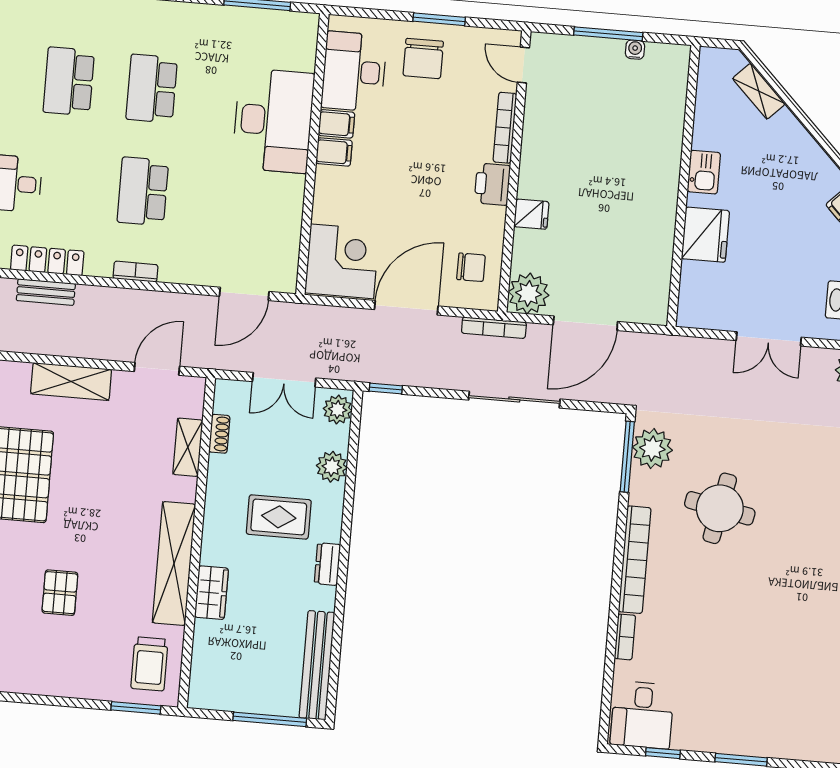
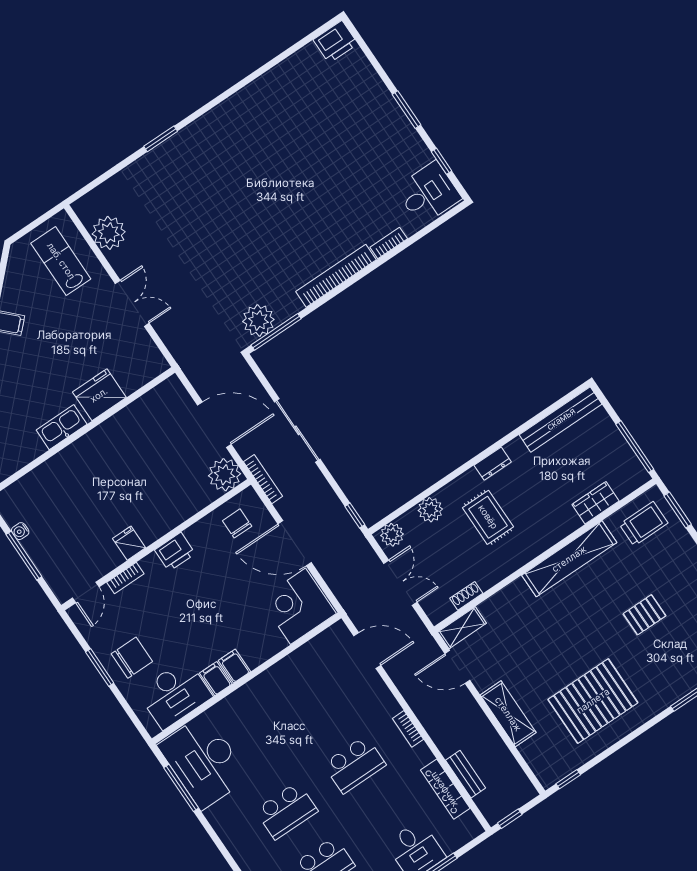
desk: (273, 121) -> (204, 762), moved, turned -90
bookcase: (505, 128) -> (125, 578), width x0.64
kitchen sink: (704, 172) -> (62, 427), width x1.38
fridge: (531, 214) -> (129, 543), moved
shelving: (188, 447) -> (462, 628), moved
round table: (720, 508) -> (262, 249), removed
wardrobe: (211, 593) -> (595, 503), moved
window: (270, 719) -> (635, 447), moved

